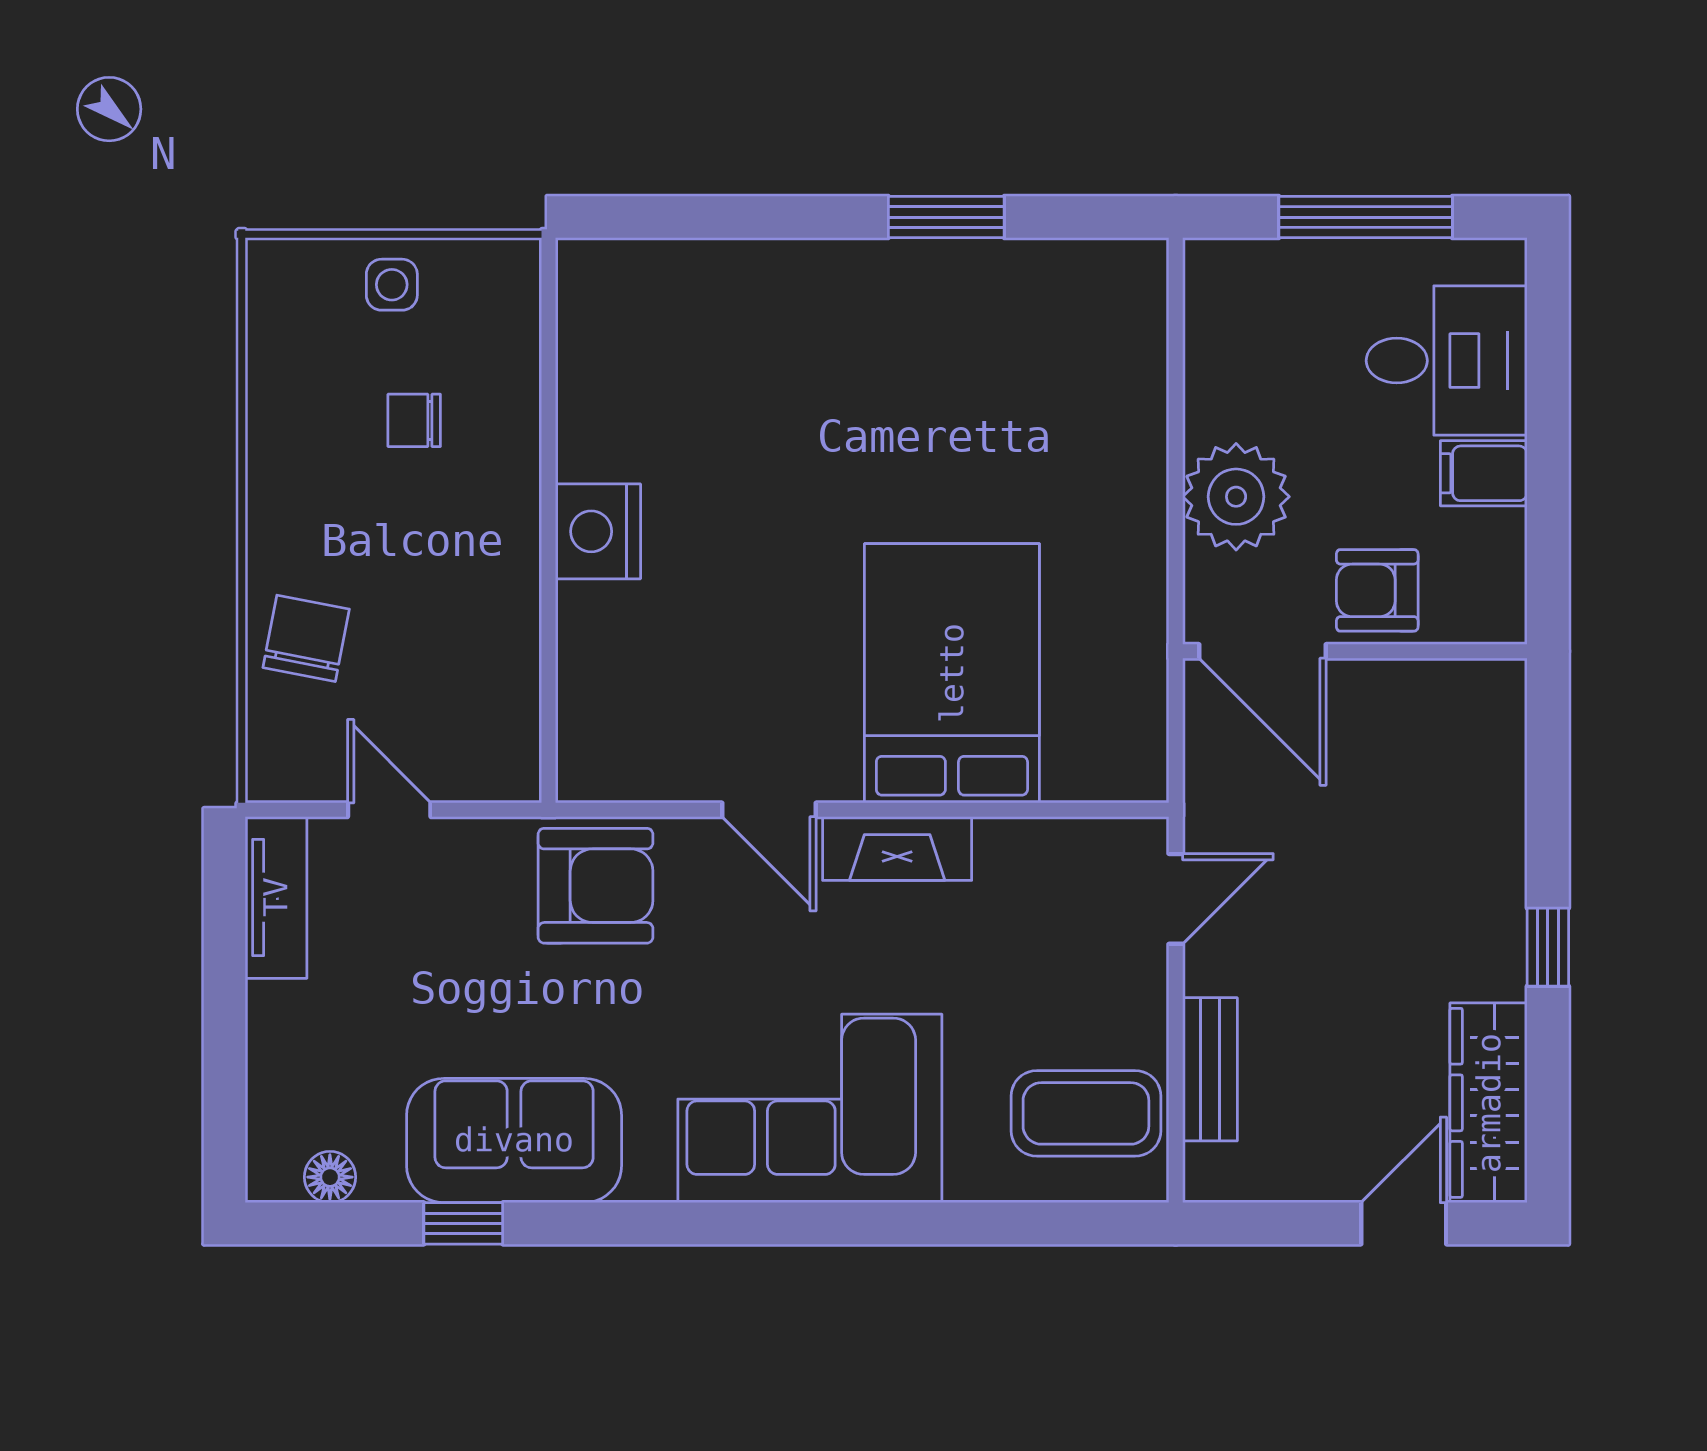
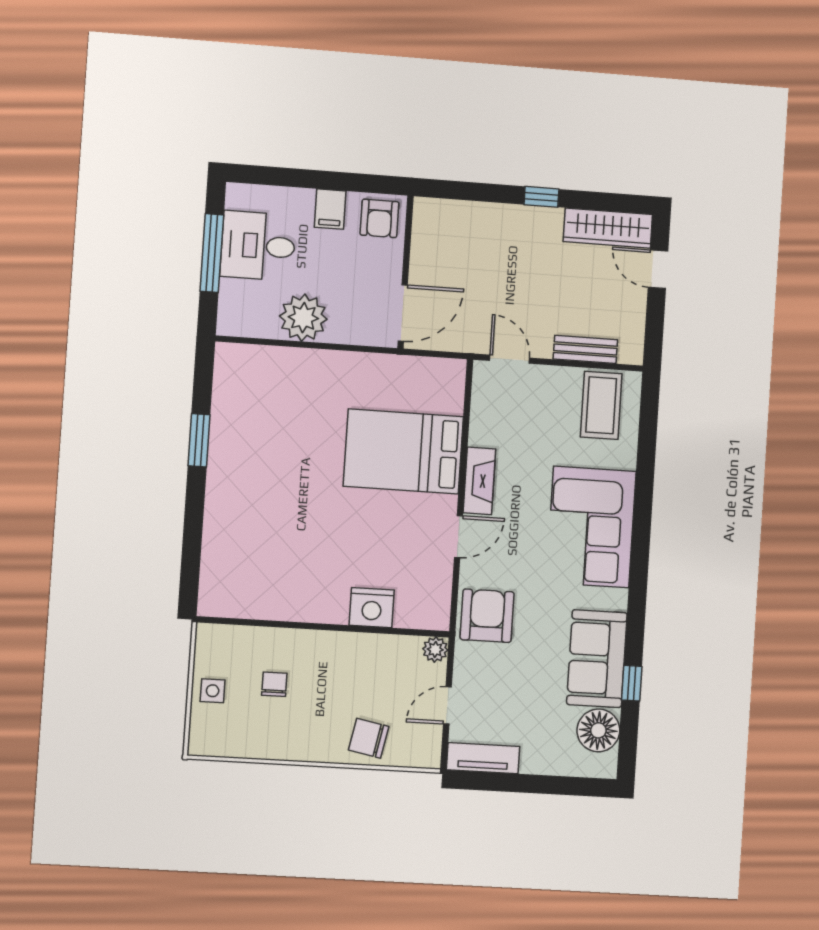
desk: (1447, 361) -> (258, 246), moved, turned -90
chair: (414, 420) -> (274, 684), turned 180
plant: (1236, 497) -> (303, 318), moved
nightstand: (598, 531) -> (372, 608), moved
armchair: (1377, 590) -> (379, 218), moved
plant: (513, 774) -> (435, 649), added
floor lamp: (330, 1177) -> (598, 730), width x1.89, depth x1.89

